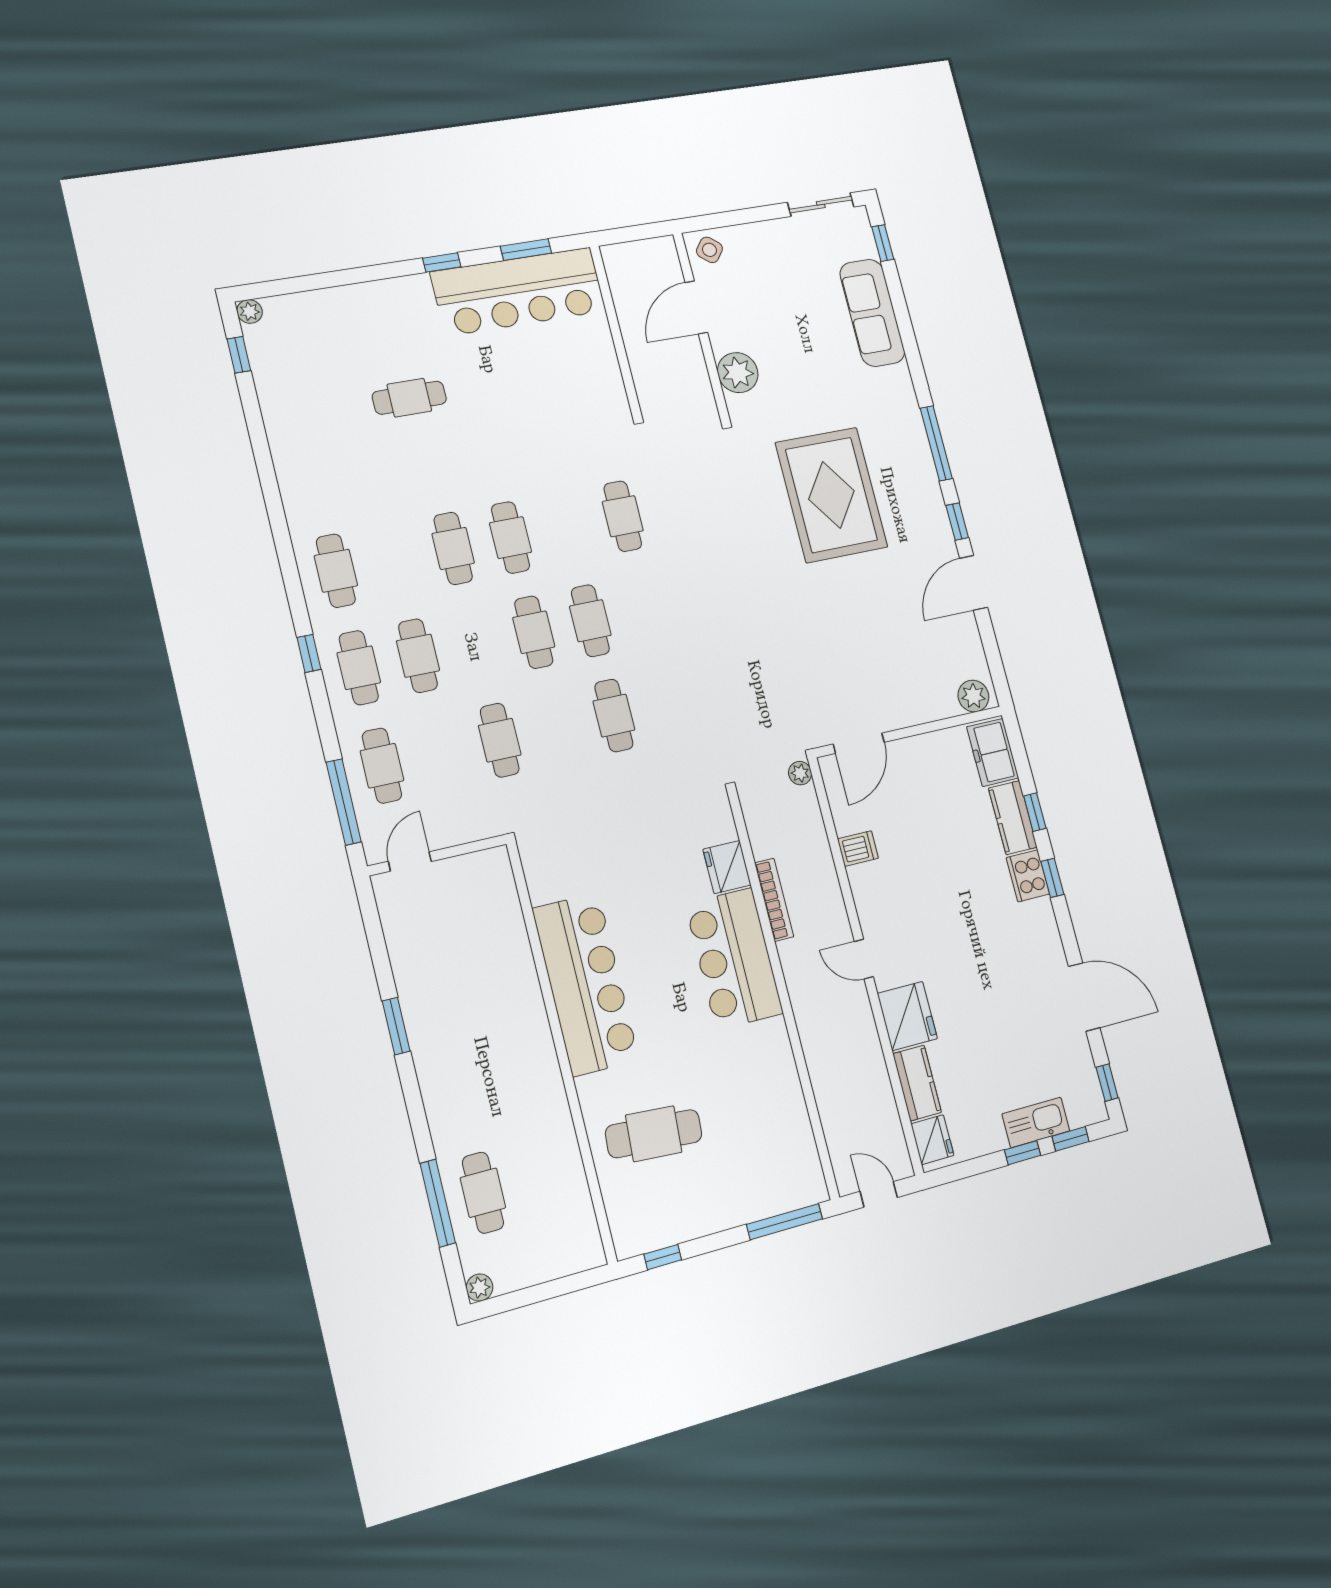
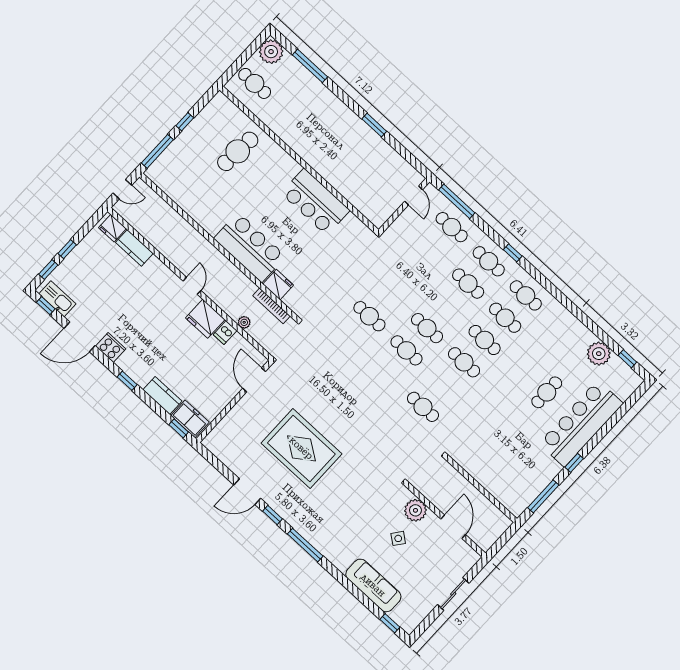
sliding door: (821, 205) -> (453, 594), moved
window: (526, 250) -> (543, 496), width x1.44
side table: (709, 250) -> (398, 538), moved
bar counter: (518, 291) -> (581, 424), moved
plant: (250, 311) -> (599, 354), moved, width x1.88, depth x1.88
rug: (831, 495) -> (301, 448), moved
door: (974, 583) -> (247, 492), swing flipped
plant: (973, 696) -> (215, 439), removed
cafe table: (500, 740) -> (505, 318), moved
plant: (800, 773) -> (244, 322), moved
window: (1035, 812) -> (179, 428), moved
cooker: (1028, 876) -> (111, 347), moved
bookcase: (774, 900) -> (271, 306), moved
door: (864, 959) -> (192, 286), hinge flipped
bar counter: (586, 984) -> (315, 202), width x0.73
fridge: (907, 1016) -> (205, 319), moved
kitchen sink: (1036, 1122) -> (57, 299), moved, turned -90
cafe table: (483, 1193) -> (255, 83), moved
window: (663, 1257) -> (185, 122), moved
plant: (479, 1288) -> (271, 52), width x1.87, depth x1.87

